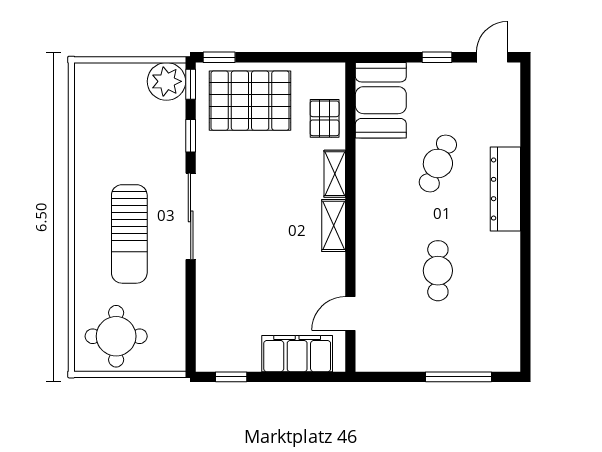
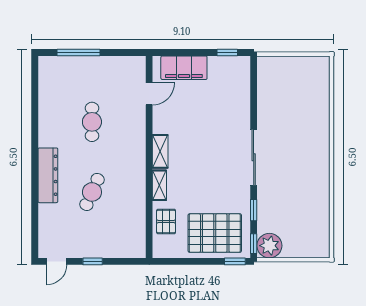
booth: (381, 100) -> (129, 233), removed
sun lounger: (129, 234) -> (294, 146), removed
round table: (116, 336) -> (302, 79), removed

